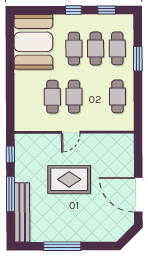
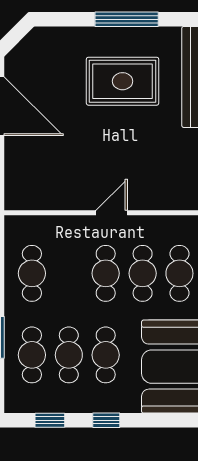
cafe table: (31, 97) -> (179, 273), added
rug: (69, 179) -> (123, 81), moved

